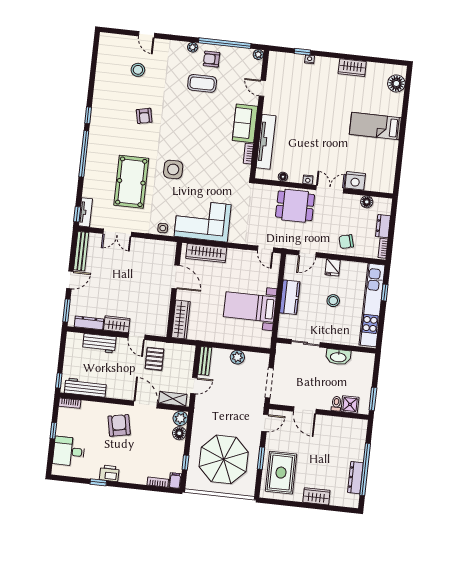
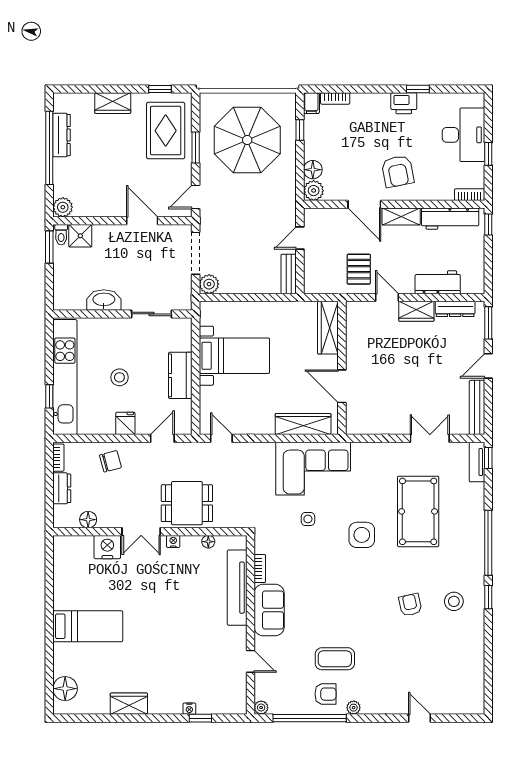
stool: (138, 70) -> (454, 601), moved
side table: (163, 228) -> (308, 519), moved
plant: (237, 357) -> (209, 284), moved
shelving: (173, 399) -> (401, 216), moved
toilet: (336, 404) -> (61, 235), moved
plant: (360, 426) -> (63, 207), added
desk: (69, 451) -> (463, 135), width x1.37
window: (282, 503) -> (160, 89), added

